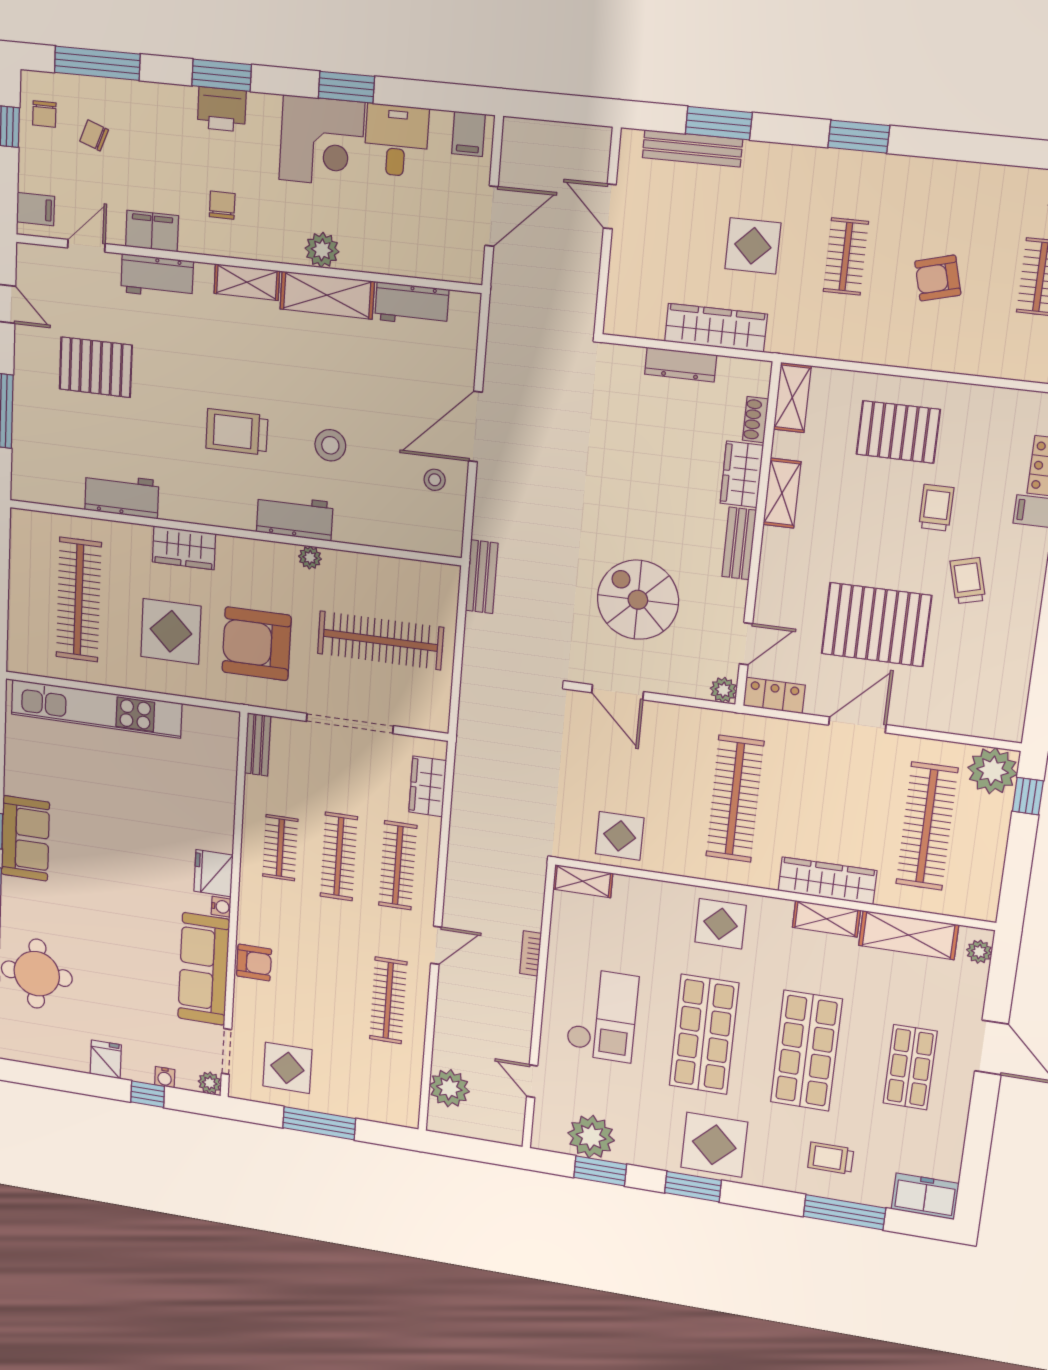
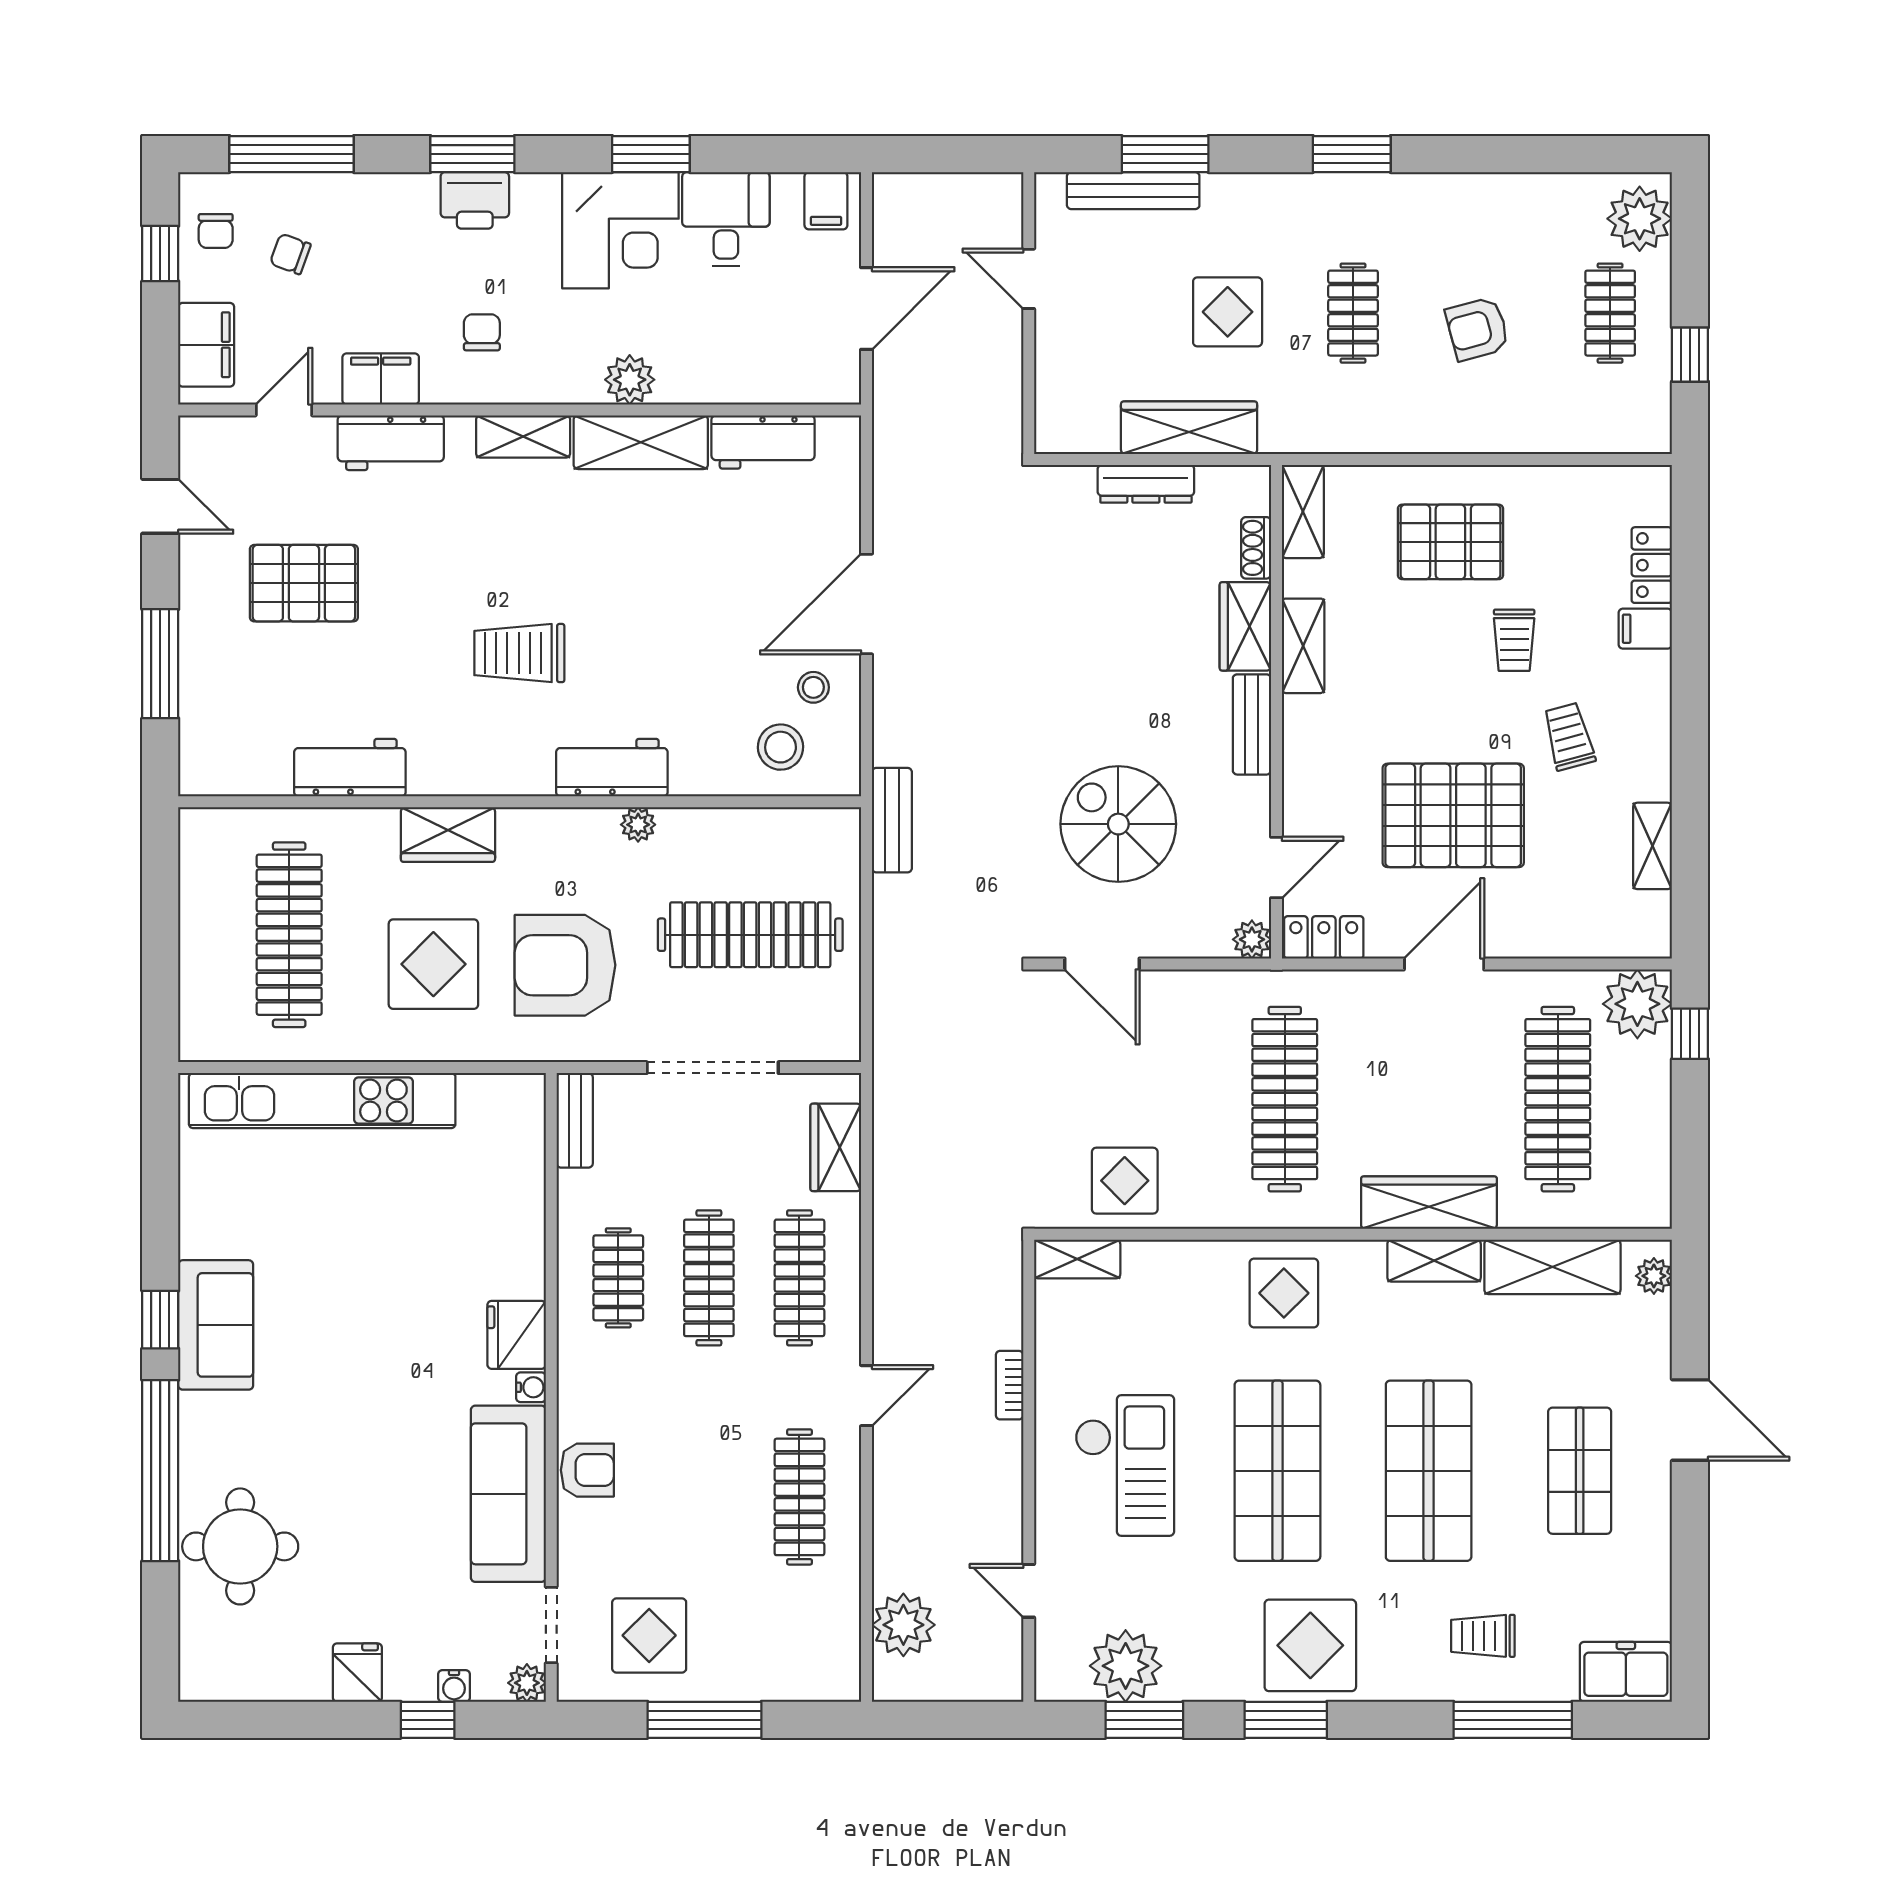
filing cabinet: (36, 209) -> (206, 345), width x2.00
stool: (330, 445) -> (781, 747), moved
trolley: (936, 508) -> (1514, 640), turned 180
shelving: (1019, 665) -> (1652, 846), added

